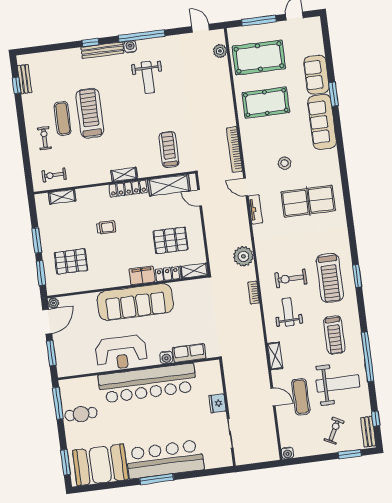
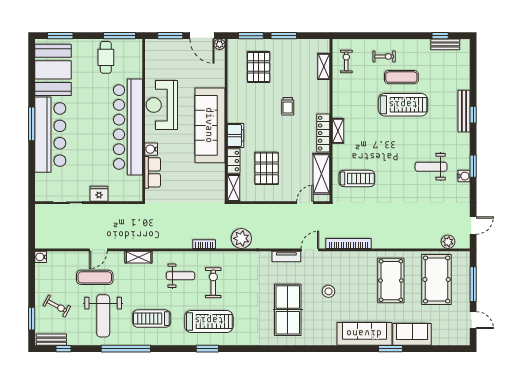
window: (142, 36) -> (473, 166), width x0.47
water cooler: (130, 47) -> (464, 176), moved
bench: (102, 50) -> (464, 111), moved
treadmill: (330, 278) -> (209, 321), turned 180

